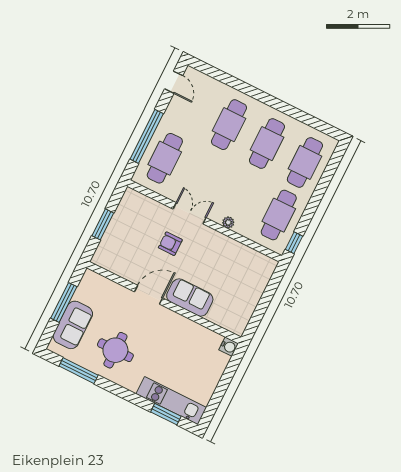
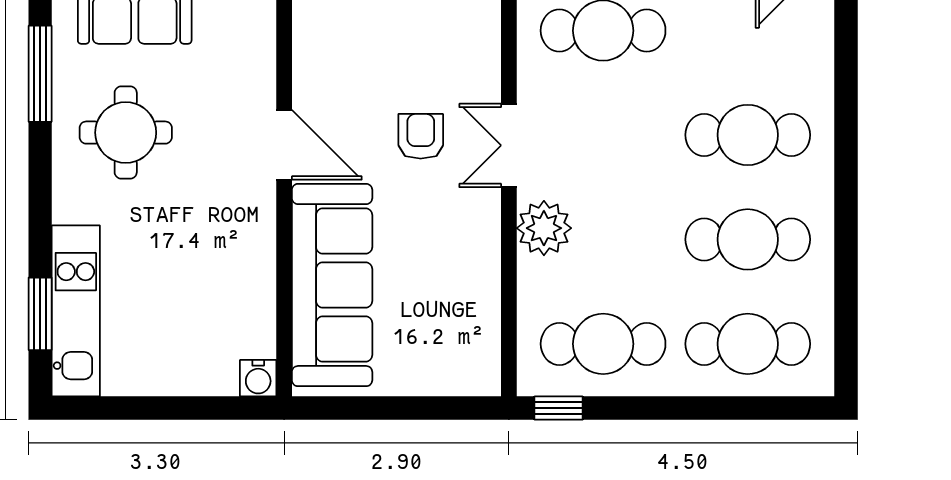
double door: (190, 213) -> (509, 145), swing flipped
plant: (228, 222) -> (544, 228), width x1.88, depth x1.88
sofa: (190, 298) -> (332, 285), width x1.85, depth x1.27

